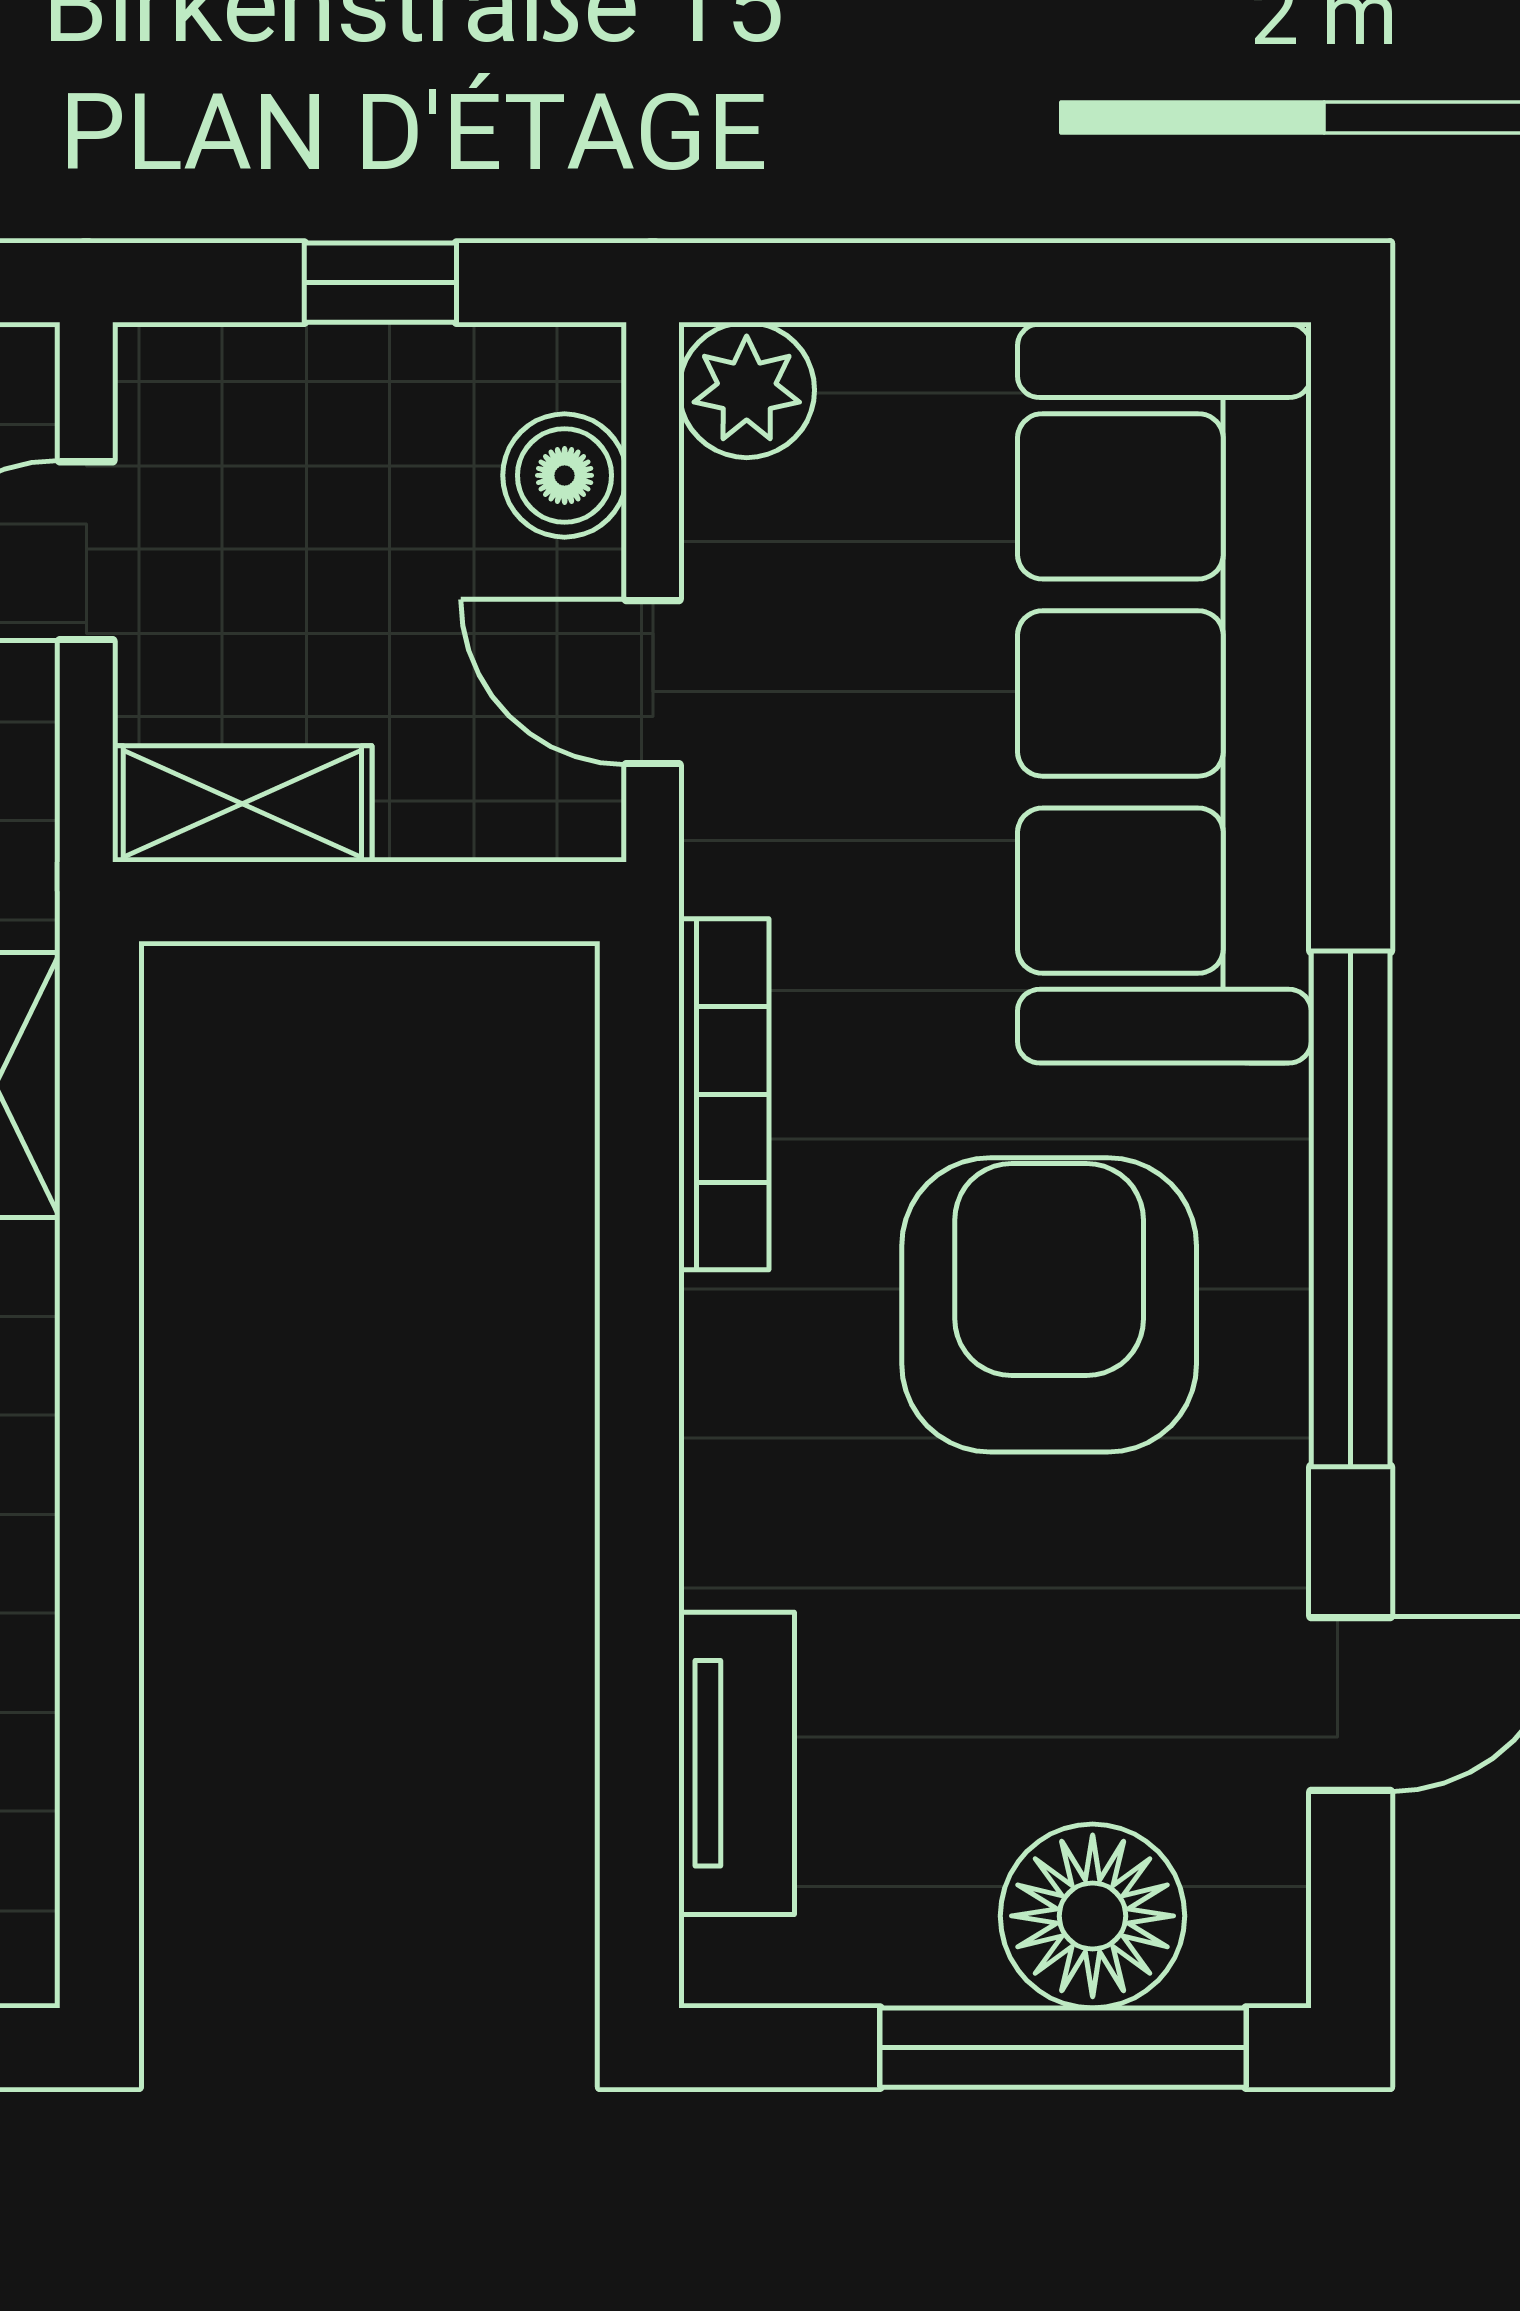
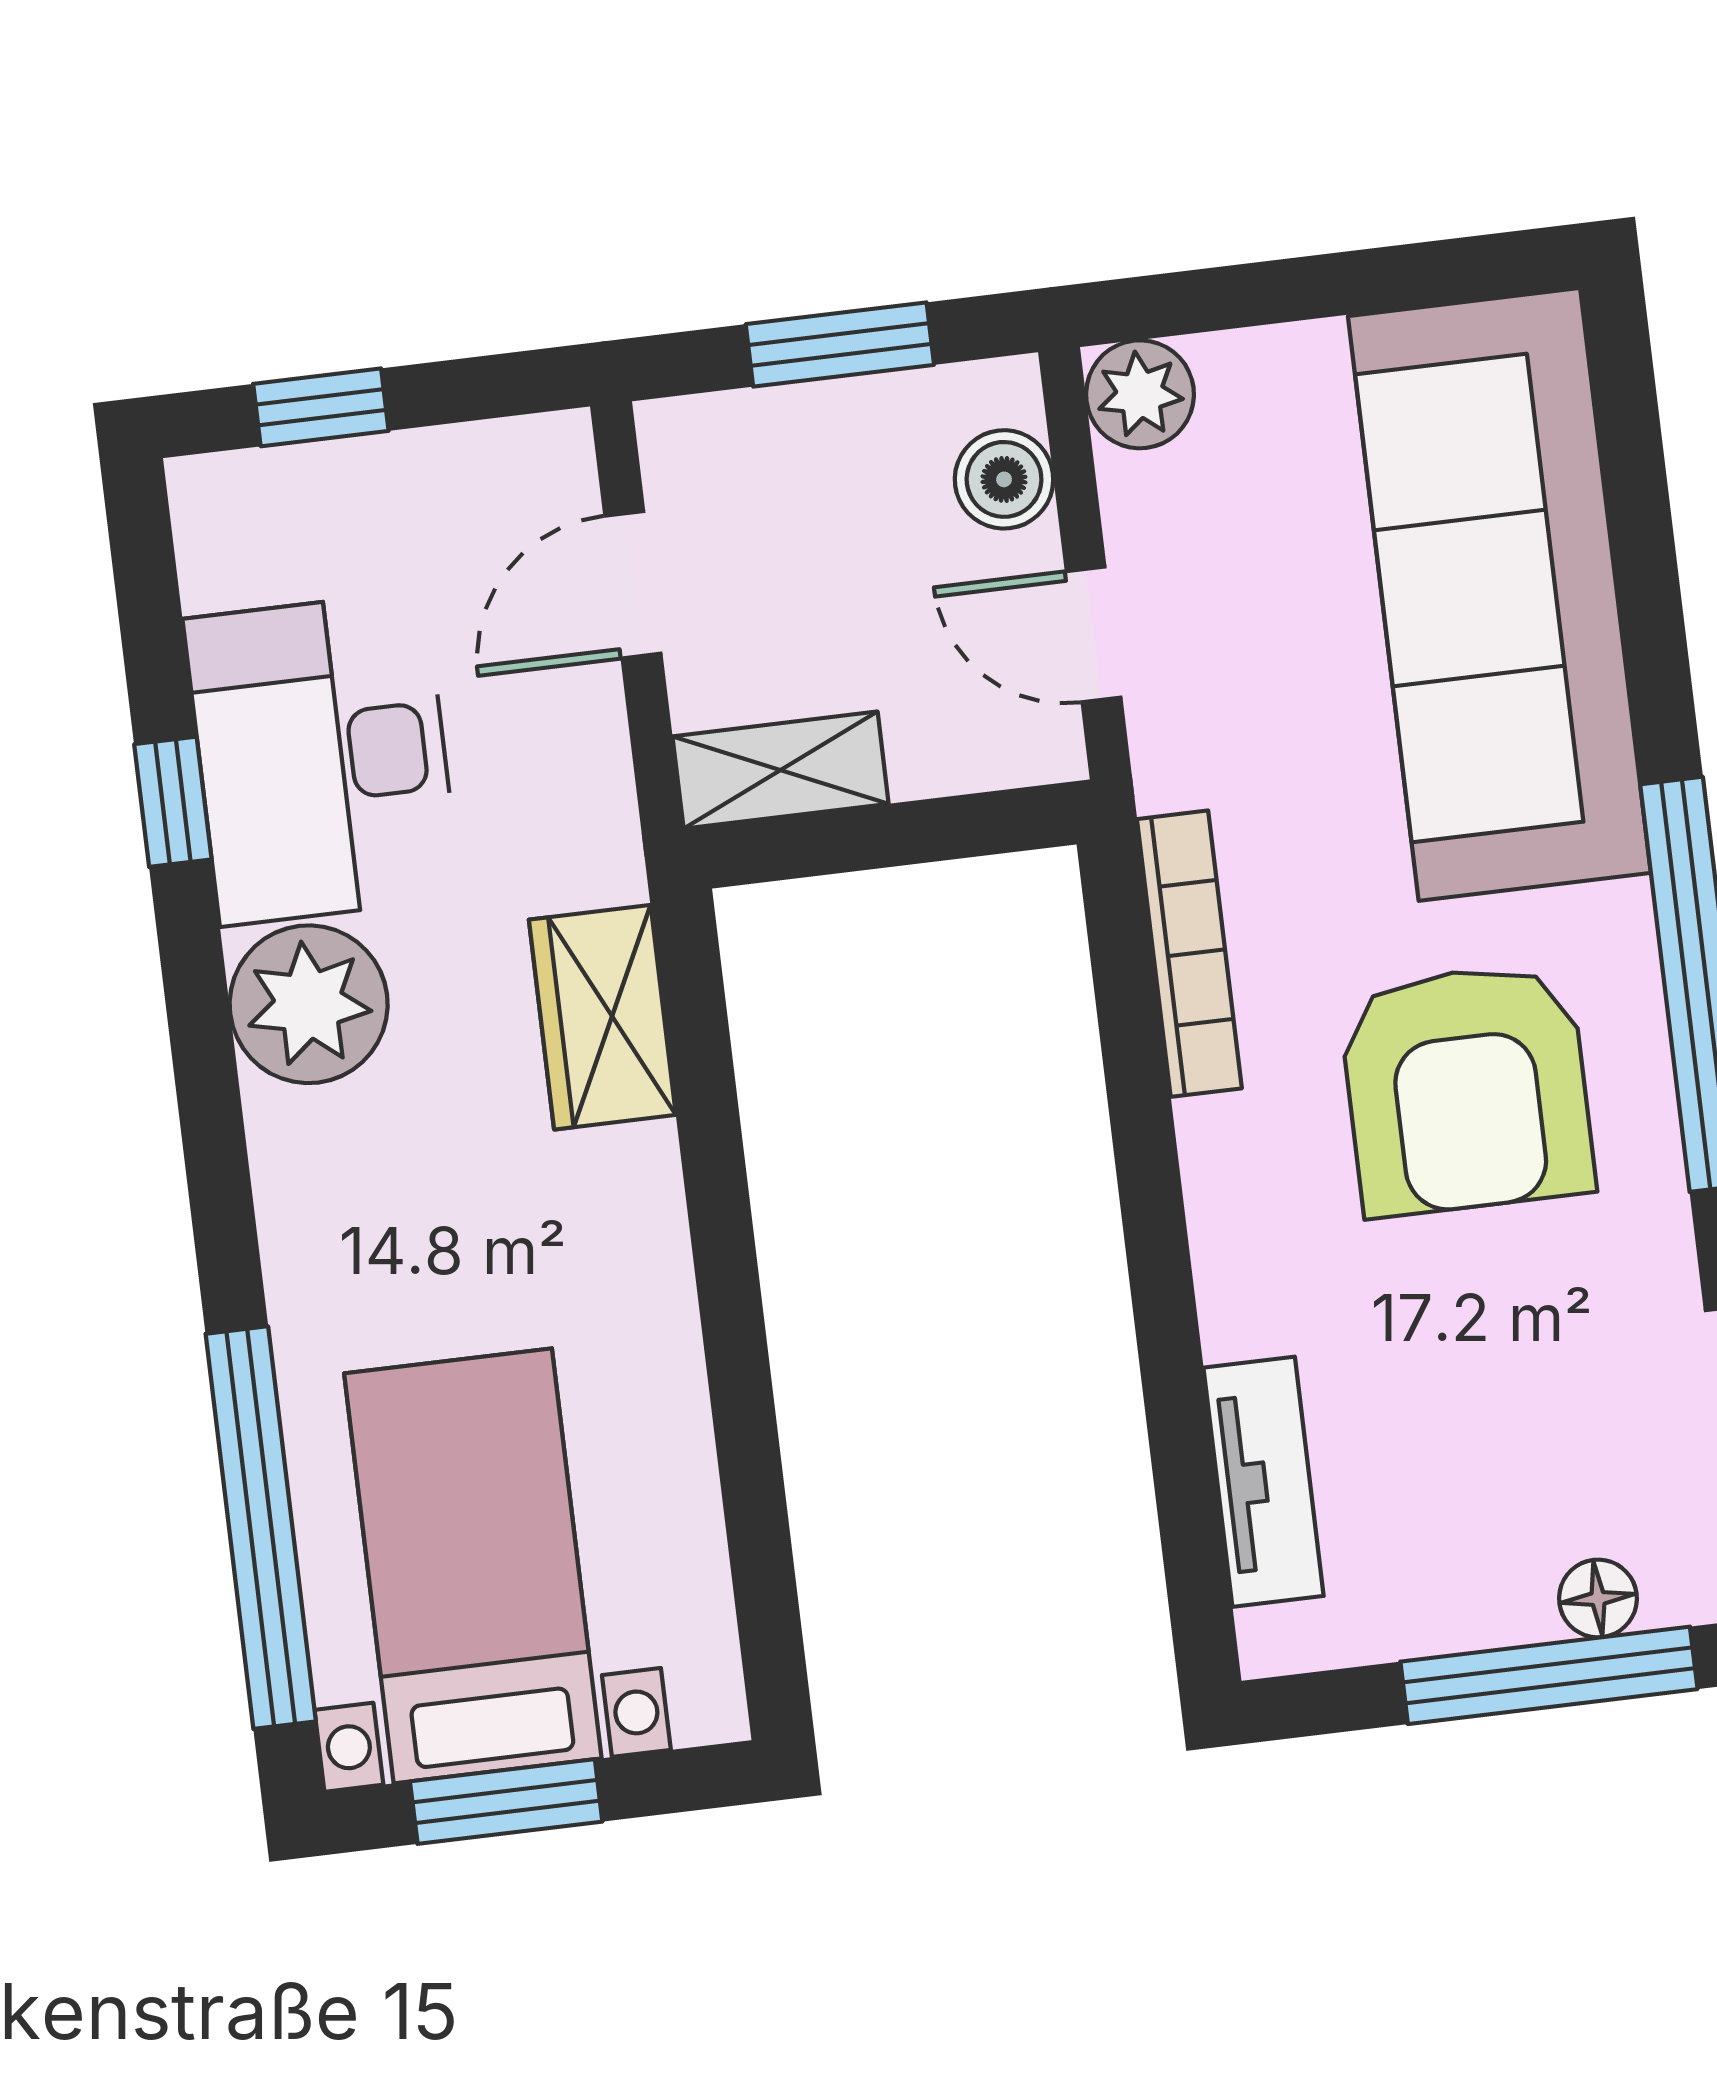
window: (380, 283) -> (840, 345), width x1.50
armchair: (1049, 1305) -> (1467, 1089), turned 180
floor lamp: (1093, 1916) -> (1598, 1598), width x0.53, depth x0.53

